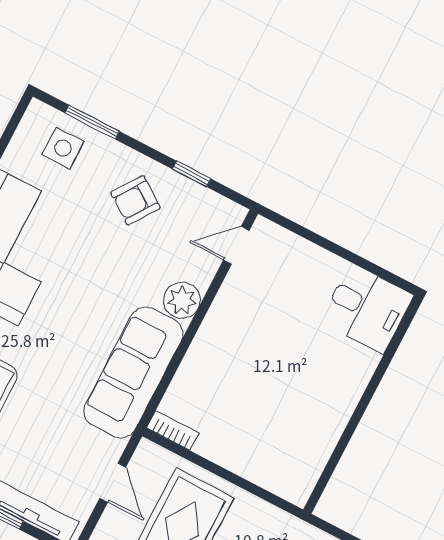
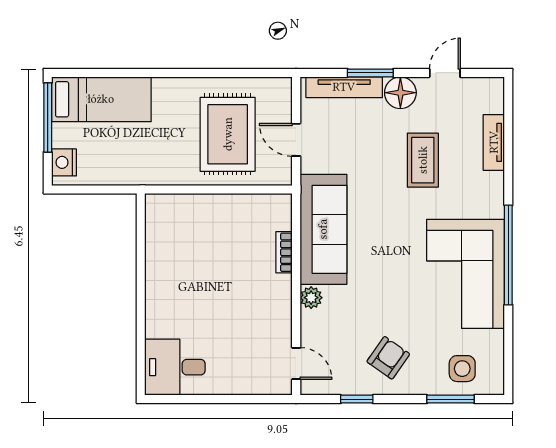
door: (236, 245) -> (296, 363), hinge flipped
plant: (182, 300) -> (311, 298), width x0.73, depth x0.73
bookcase: (173, 431) -> (284, 252), moved, turned 90

